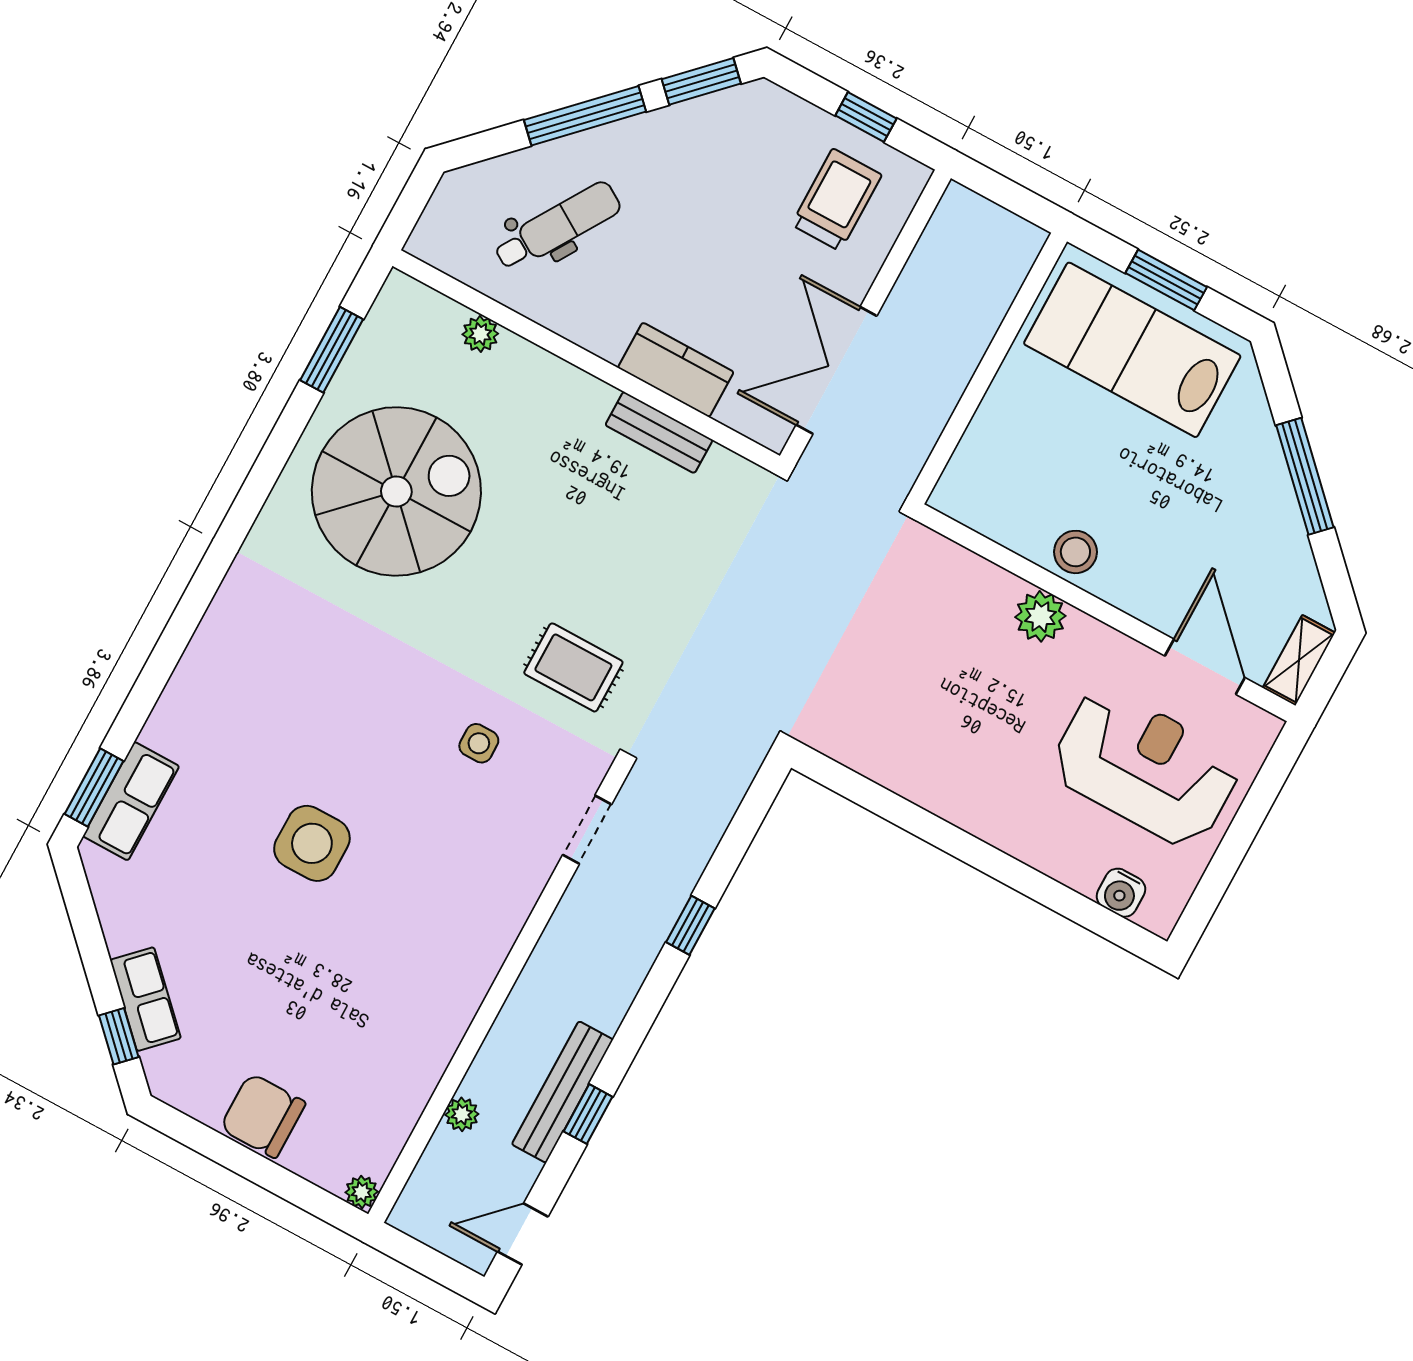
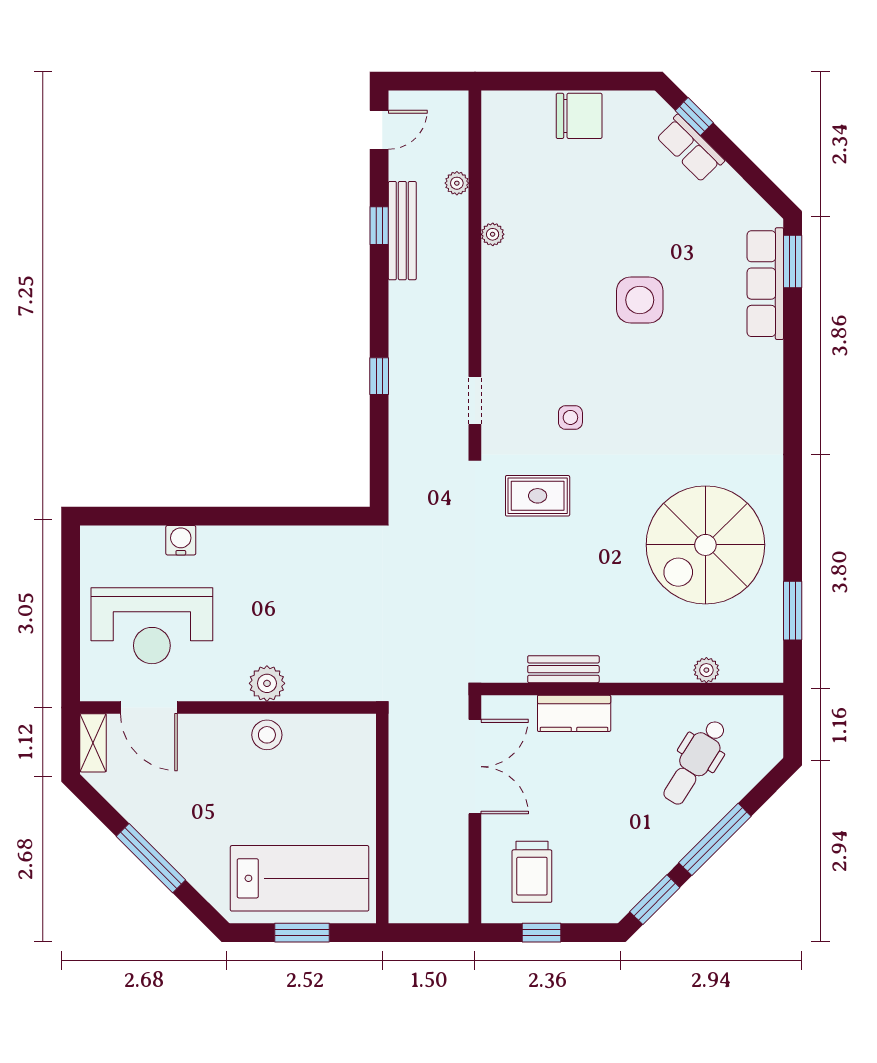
row of seats: (131, 801) -> (765, 284), width x1.48
water cooler: (1121, 893) -> (181, 540), moved
plant: (362, 1192) -> (493, 234), moved

